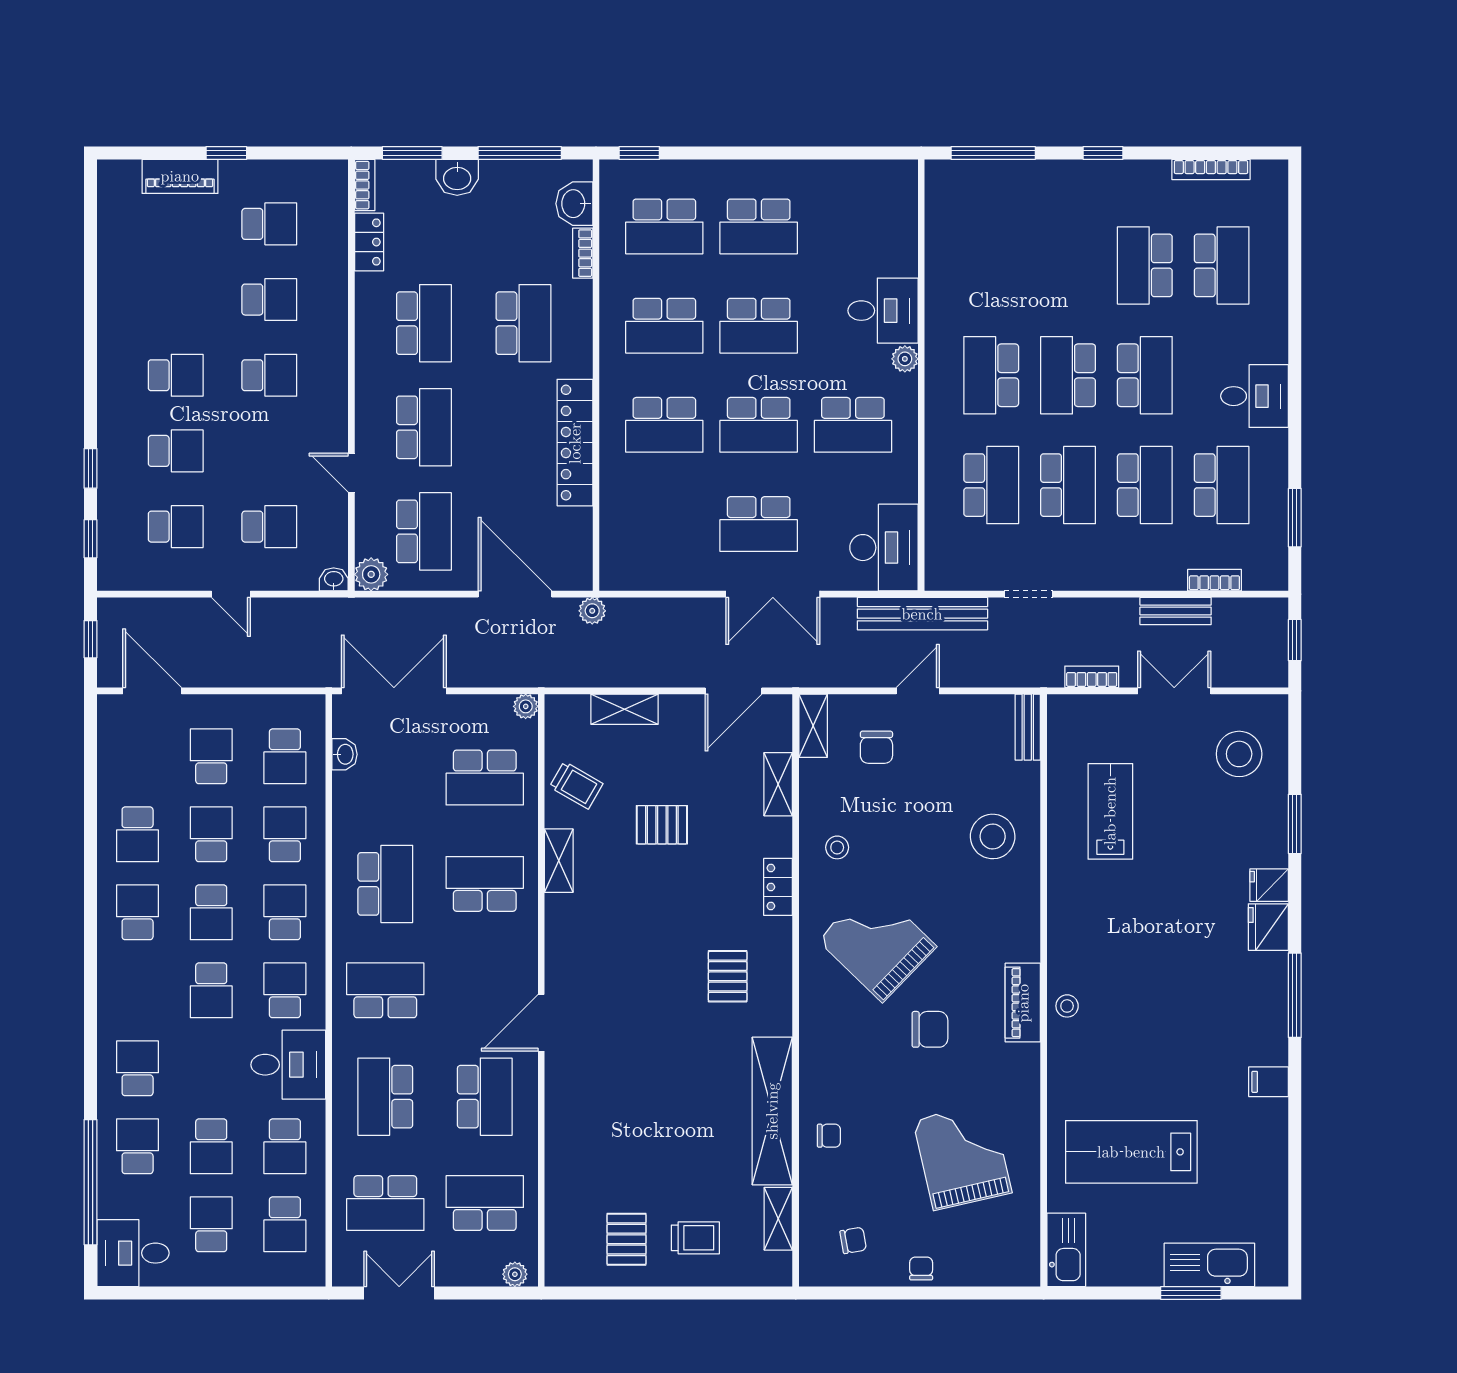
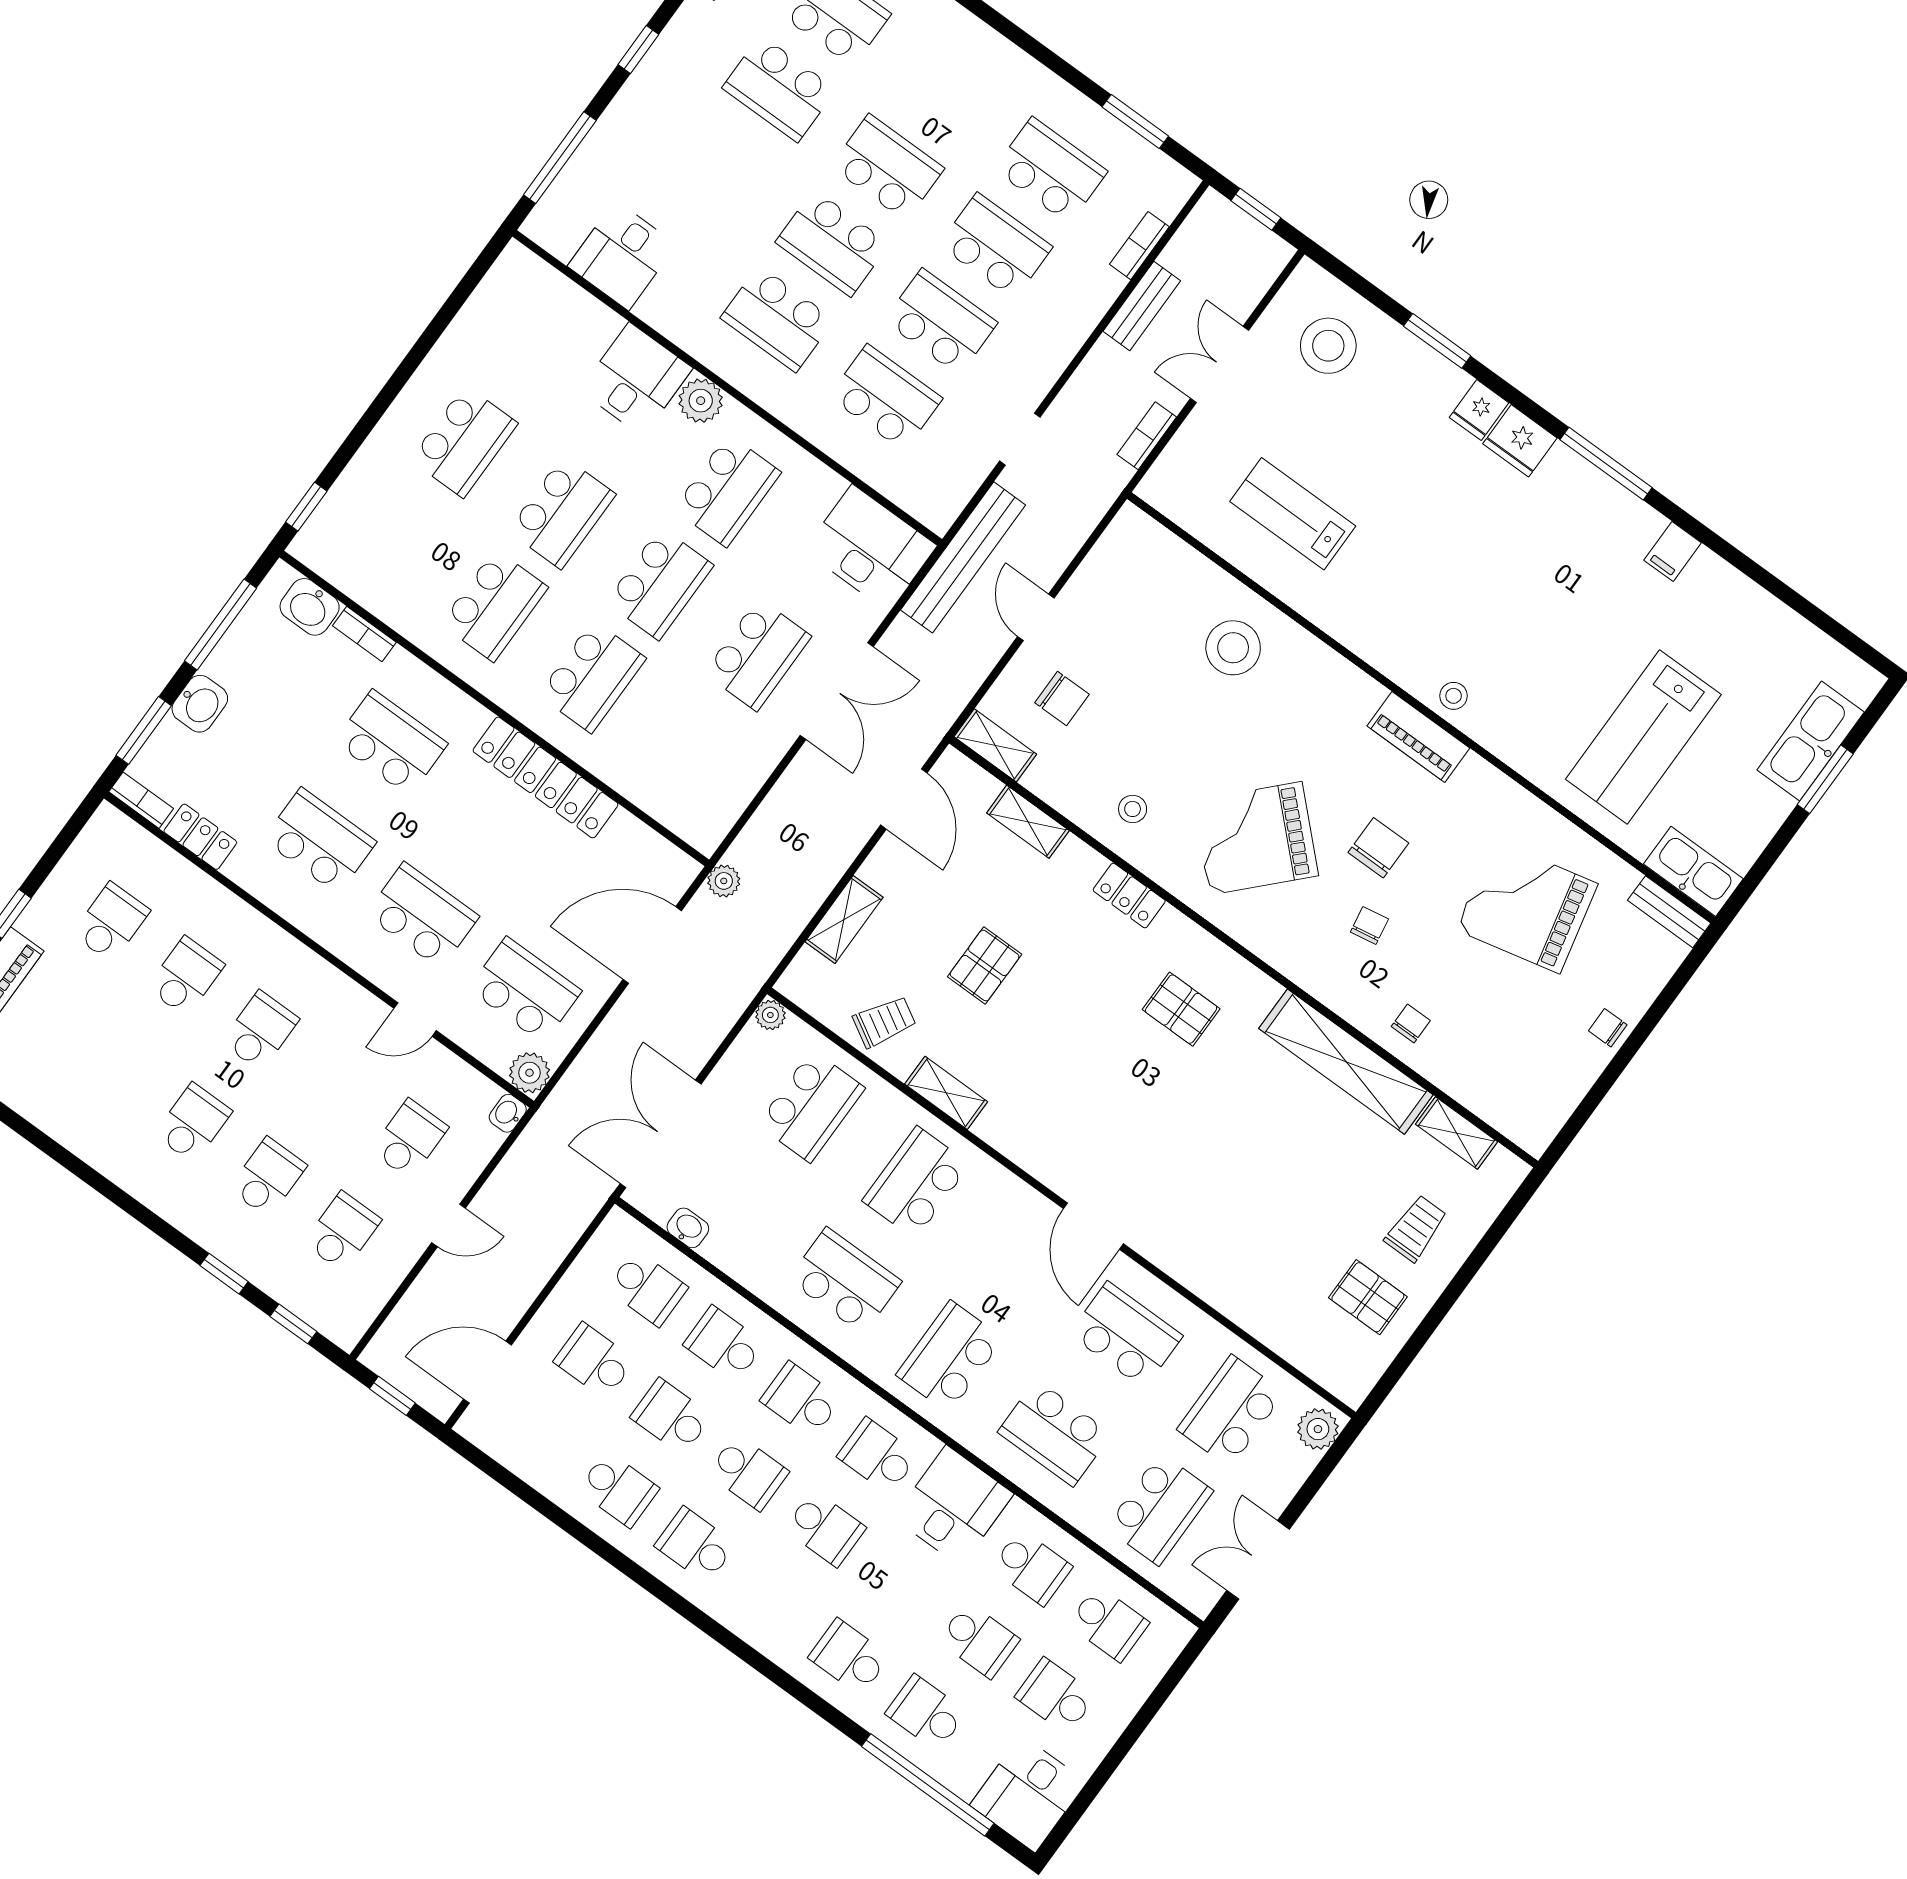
school desk: (664, 226) -> (396, 534), removed
plant: (905, 359) -> (701, 401), width x1.38, depth x1.38
desk: (1255, 396) -> (622, 255), moved, turned 180
bench: (1028, 727) -> (1669, 912), moved
chair: (853, 1240) -> (1369, 926), moved
plant: (515, 1274) -> (1318, 1429), width x1.38, depth x1.38

